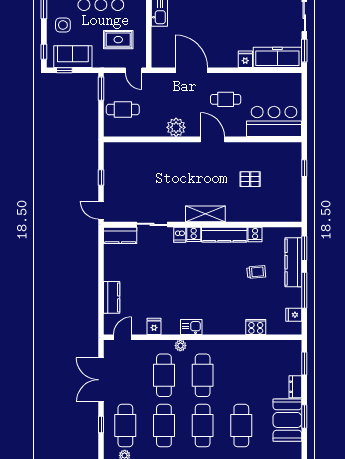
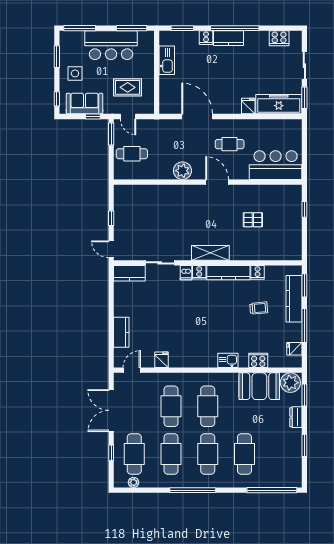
window: (64, 70) -> (93, 117), moved
door: (134, 70) -> (128, 117), moved
kitchen sink: (191, 327) -> (228, 360), moved
plant: (180, 346) -> (290, 383), moved, width x1.88, depth x1.88
booth: (287, 420) -> (259, 386), moved, turned 90

